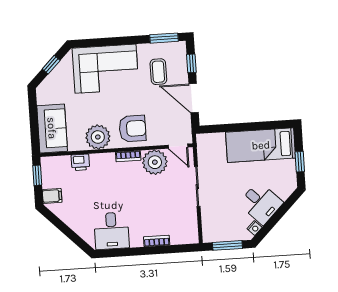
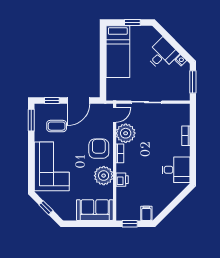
printer: (80, 162) -> (122, 180), moved

